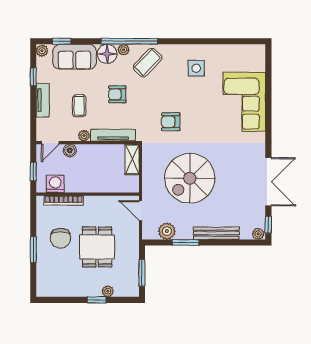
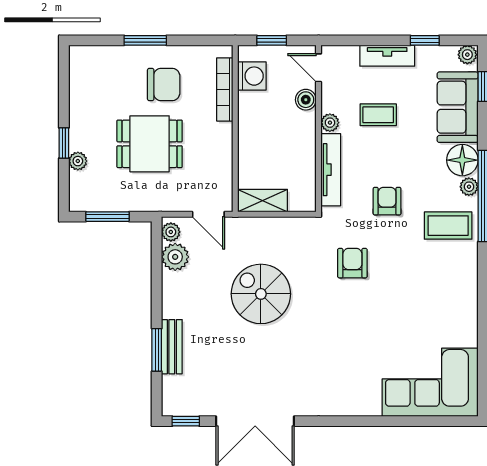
coffee table: (148, 63) -> (448, 226), turned -44
side table: (196, 68) -> (439, 304), removed
armchair: (117, 94) -> (387, 201), moved
corner sofa: (244, 102) -> (430, 382), moved
shelving: (132, 159) -> (263, 201), moved
spiral stairs: (190, 178) -> (261, 294), width x0.73, depth x0.73
door: (141, 211) -> (208, 214), swing flipped
bench: (216, 233) -> (172, 347), width x0.73
plant: (258, 234) -> (171, 232), moved
chair: (60, 238) -> (164, 84), turned 180
window: (186, 243) -> (157, 350), moved

